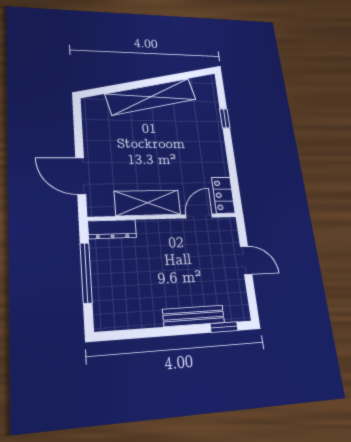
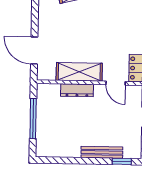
door: (199, 216) -> (116, 83), swing flipped
dresser: (112, 229) -> (77, 90), moved

